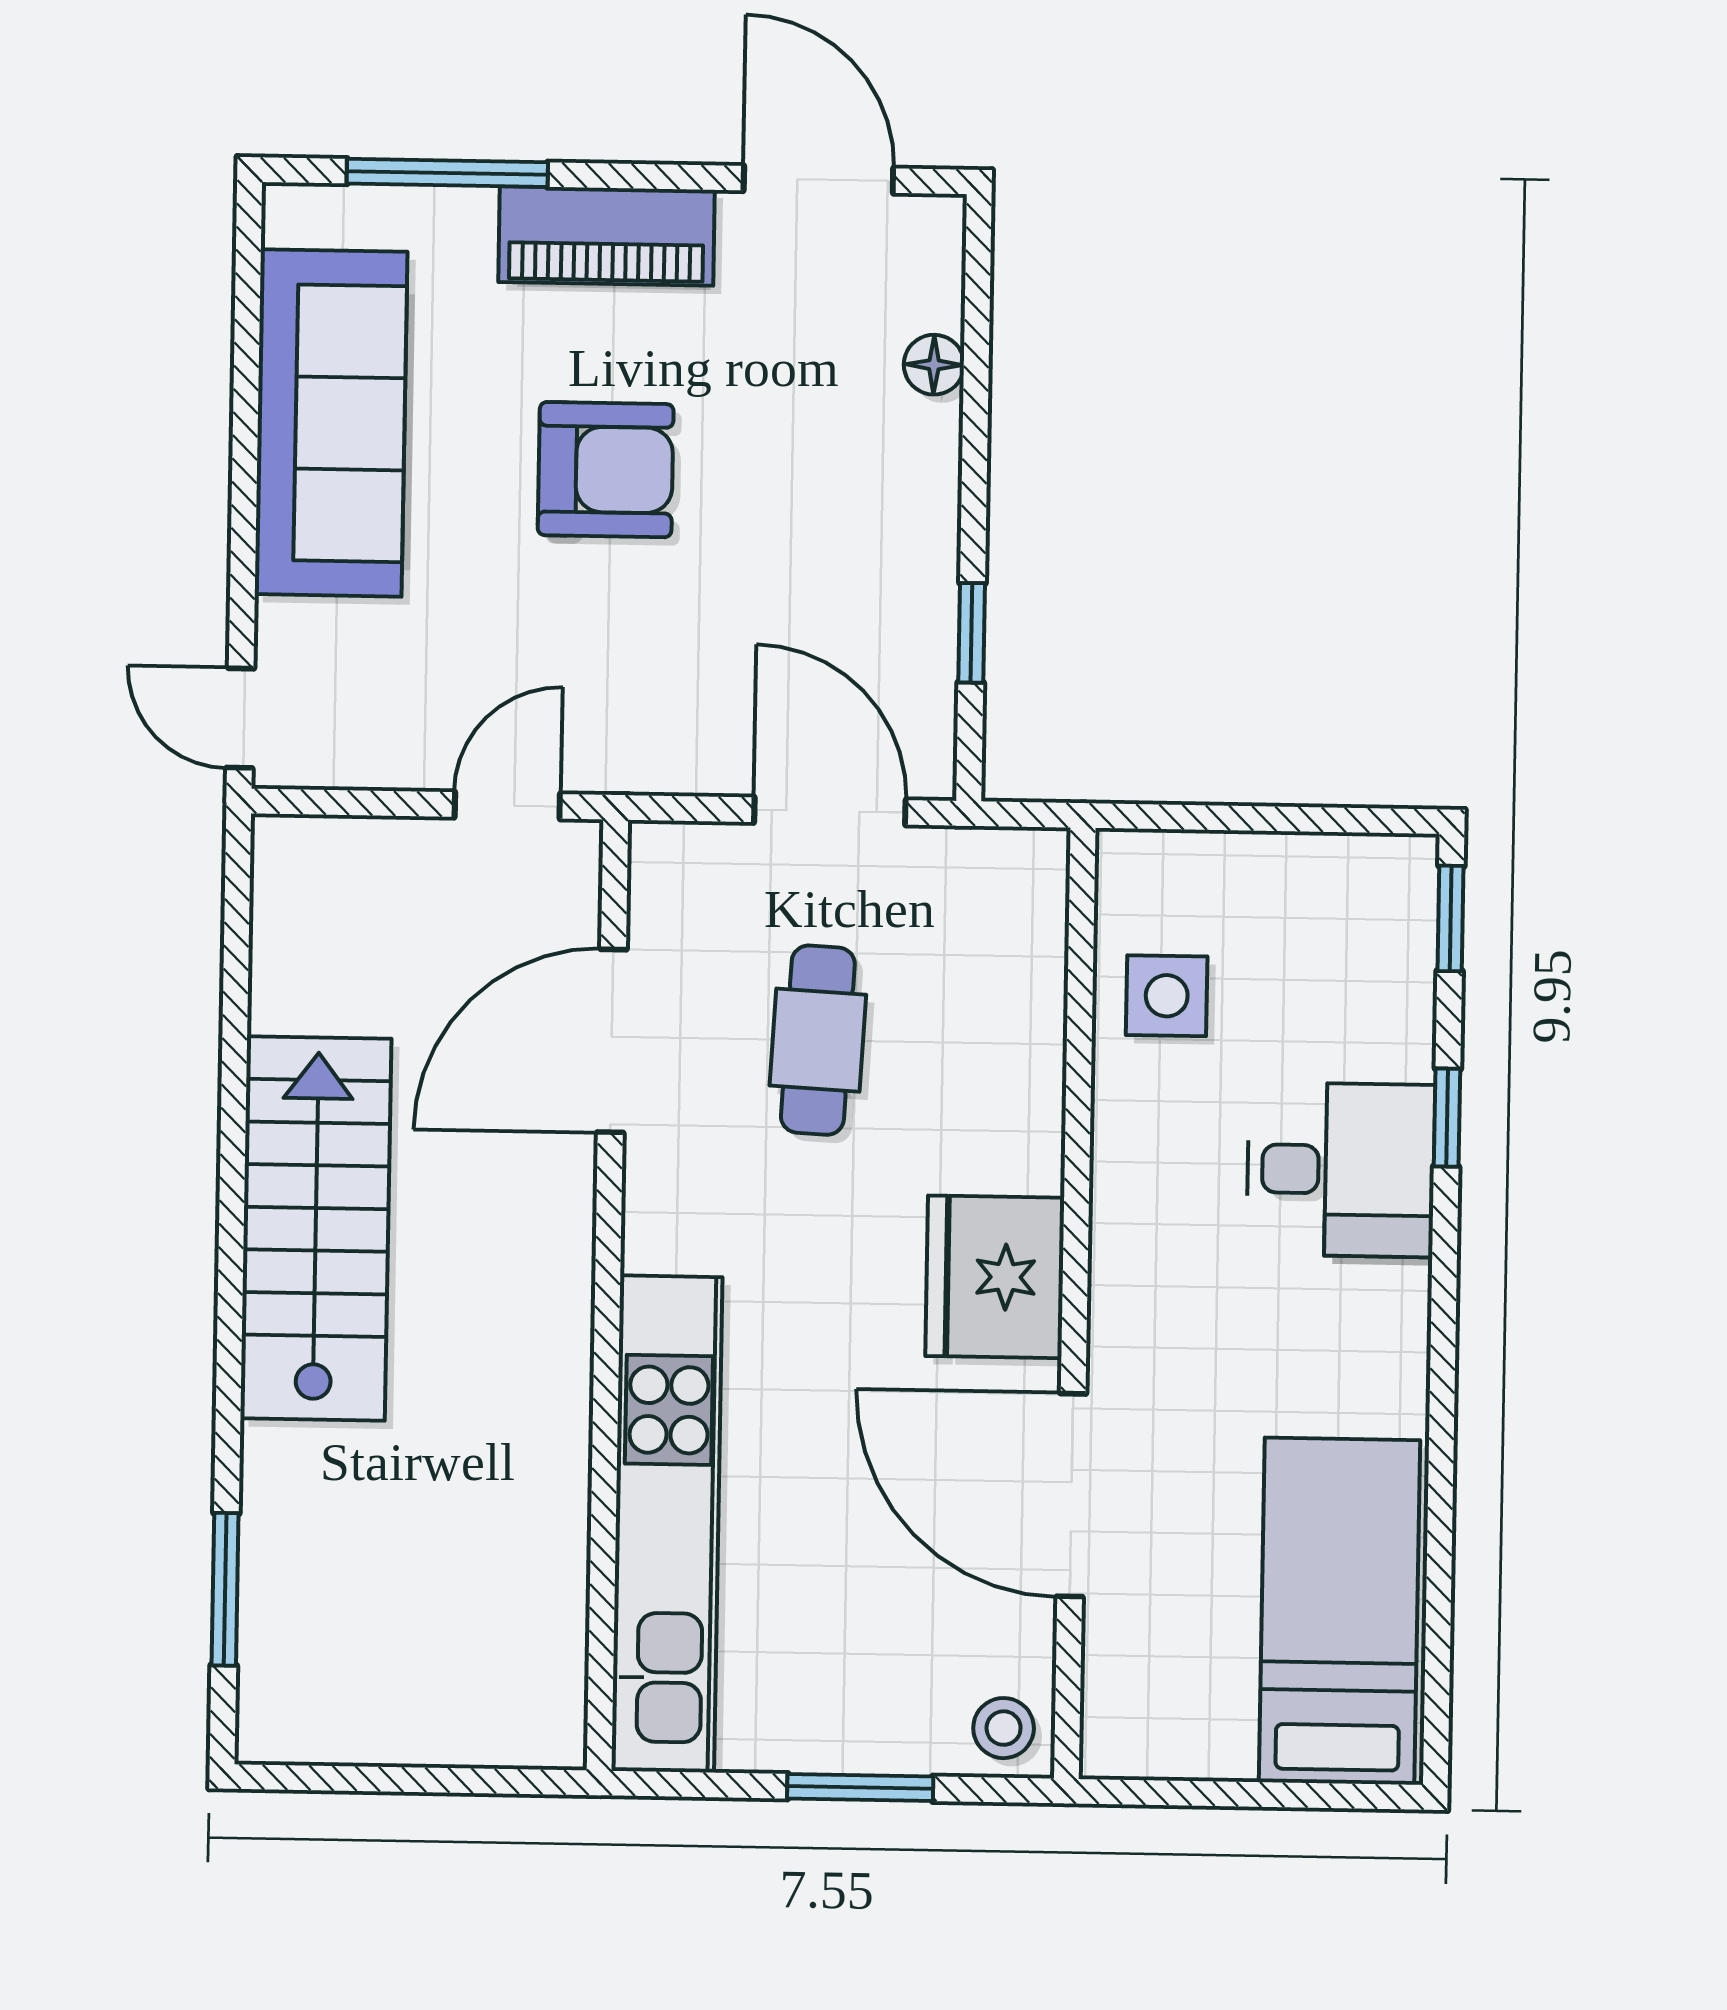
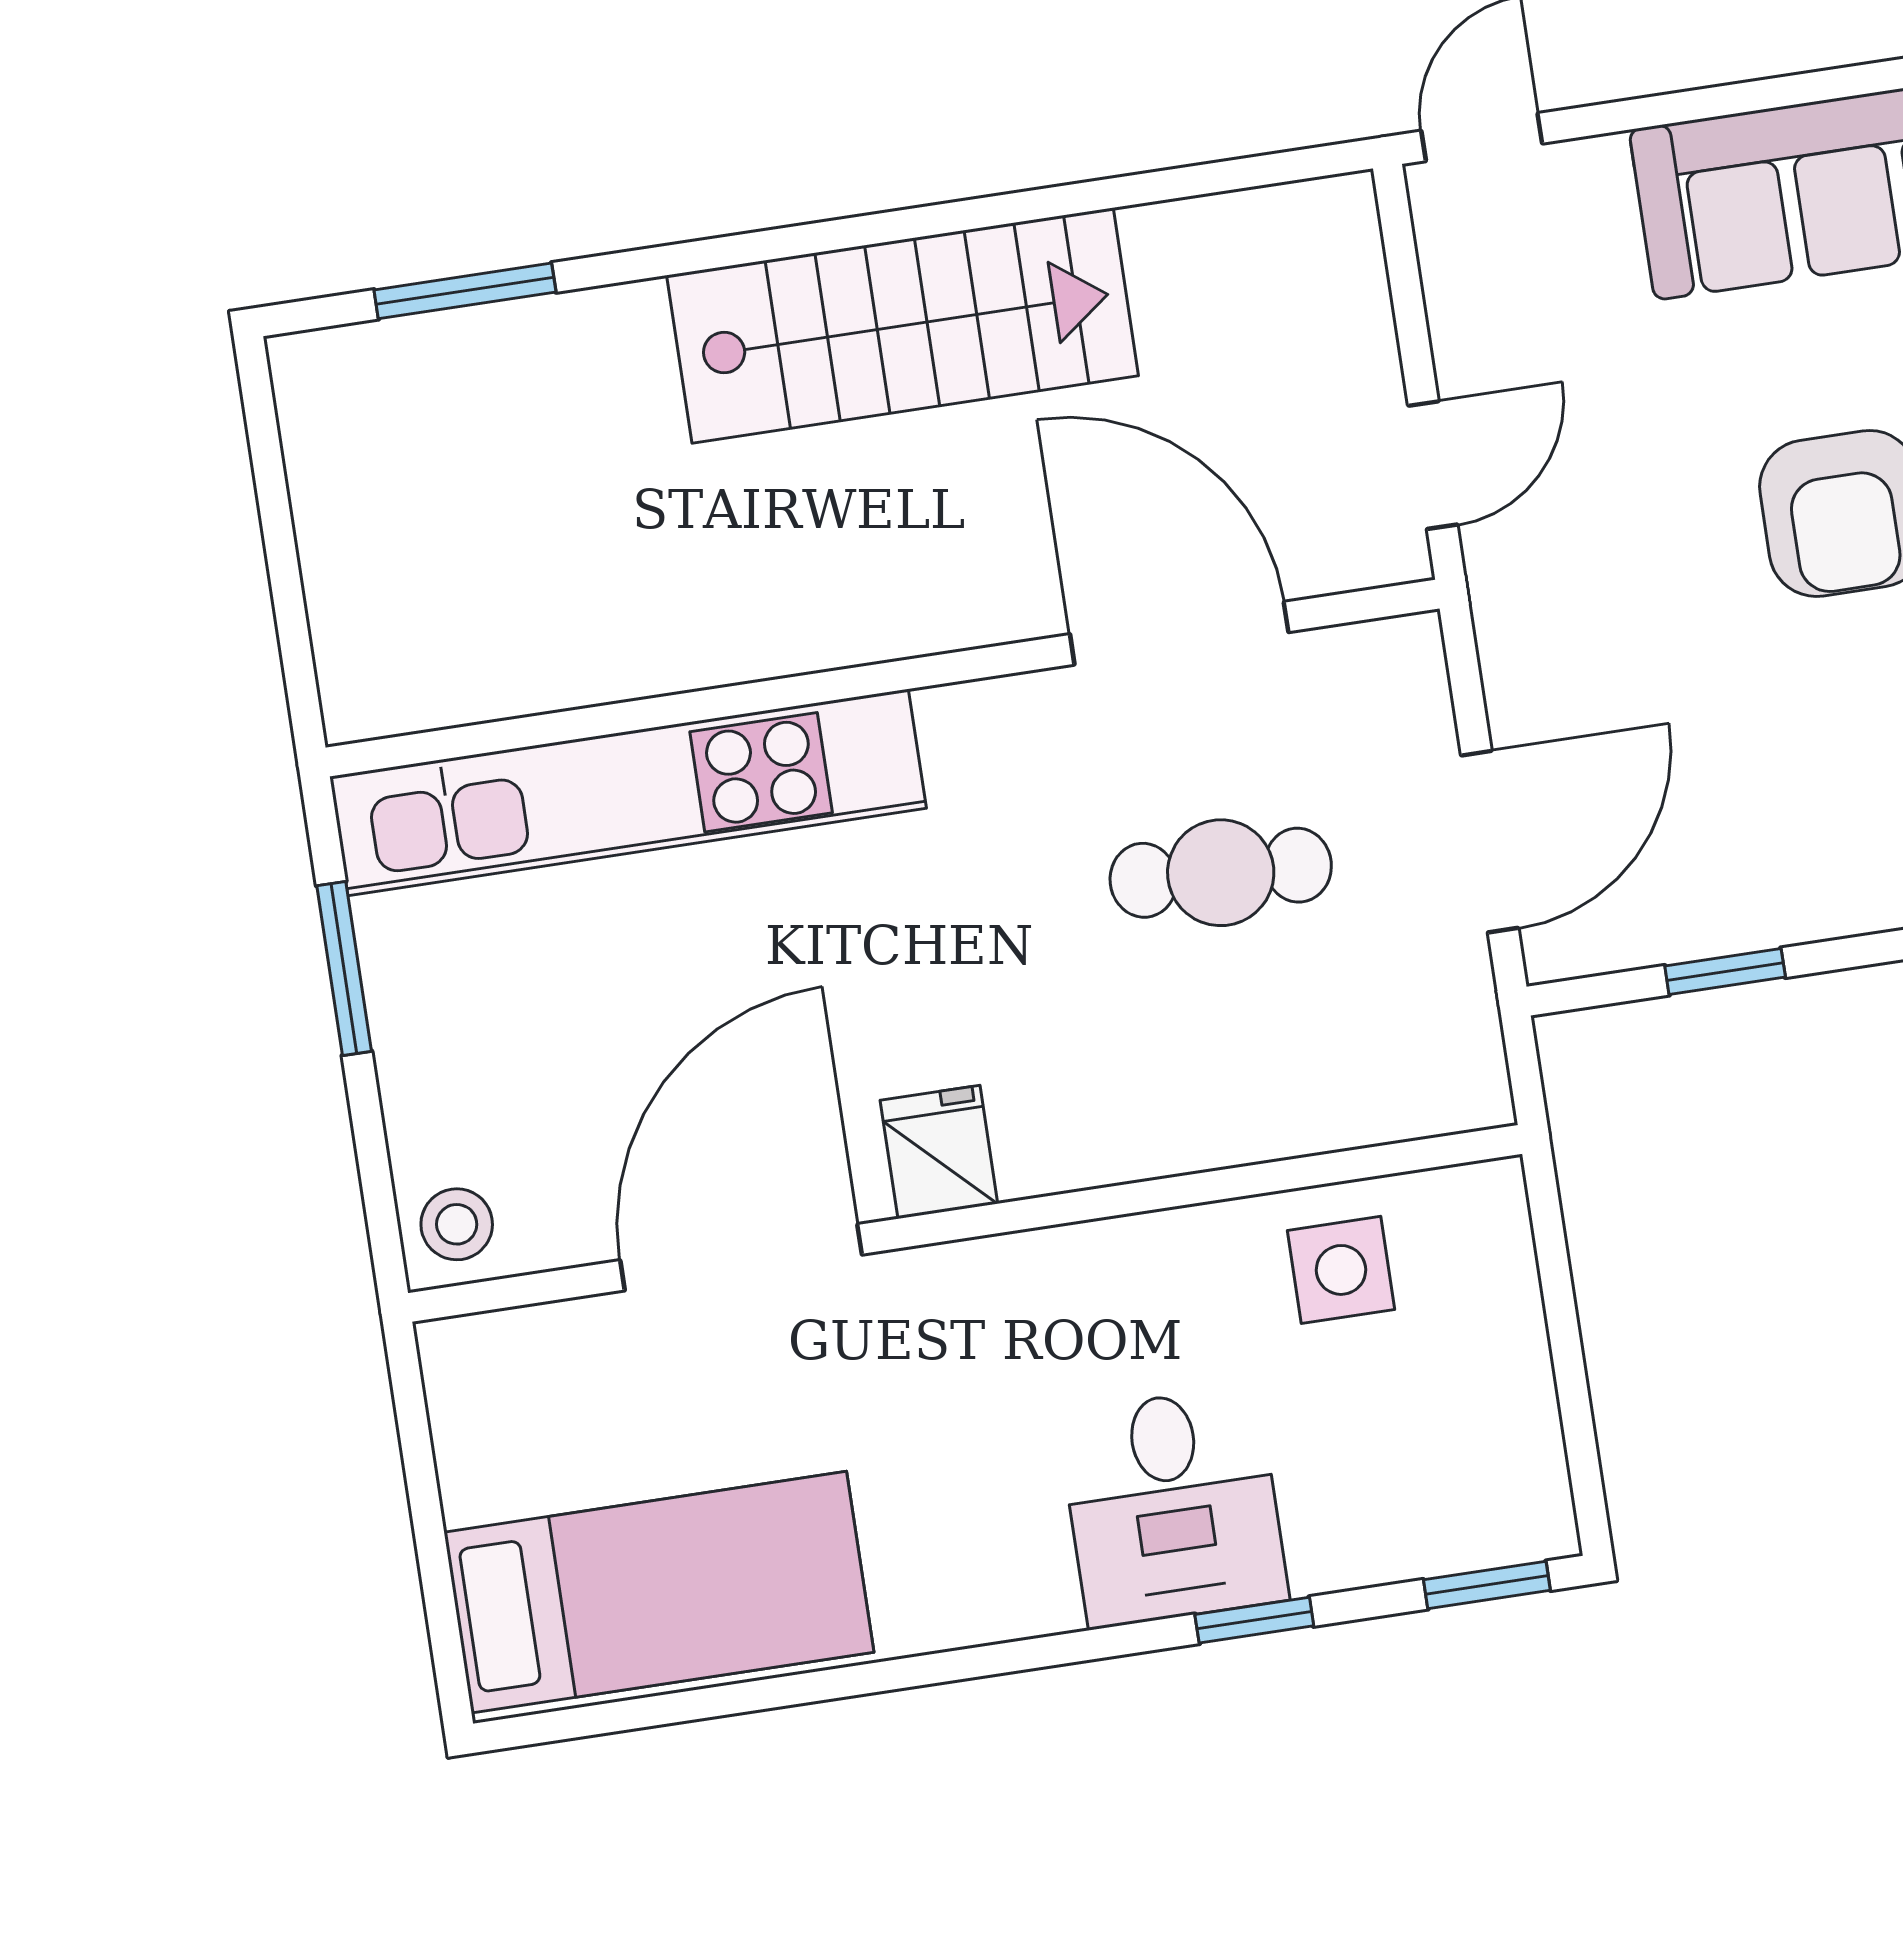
door: (507, 805) -> (1433, 465), hinge flipped
fridge: (995, 1277) -> (939, 1152), width x0.53, depth x0.75
window: (860, 1787) -> (344, 968), moved

